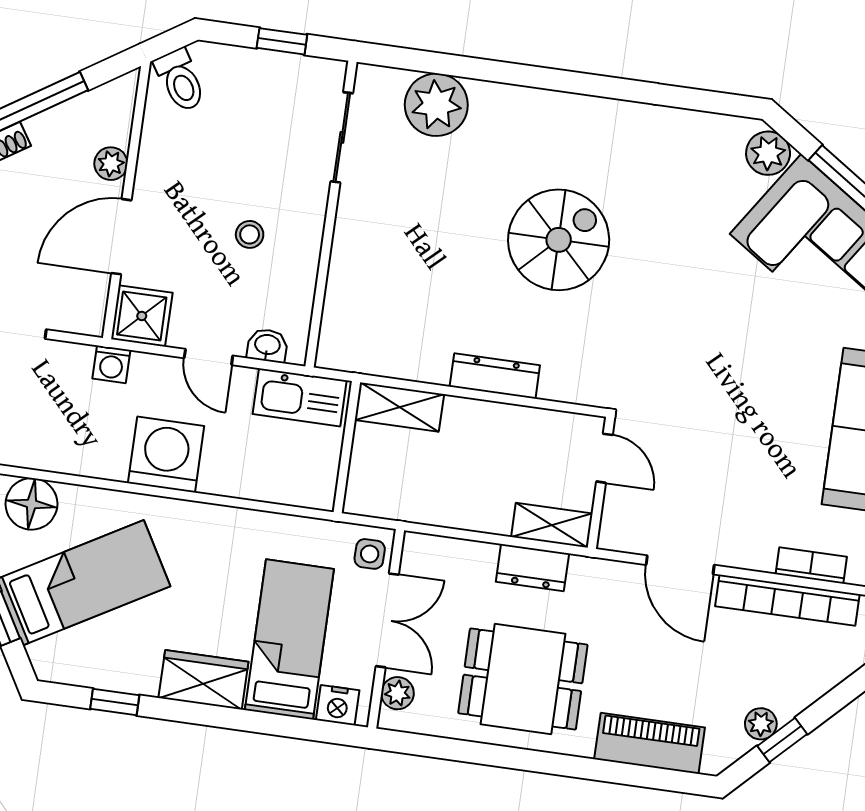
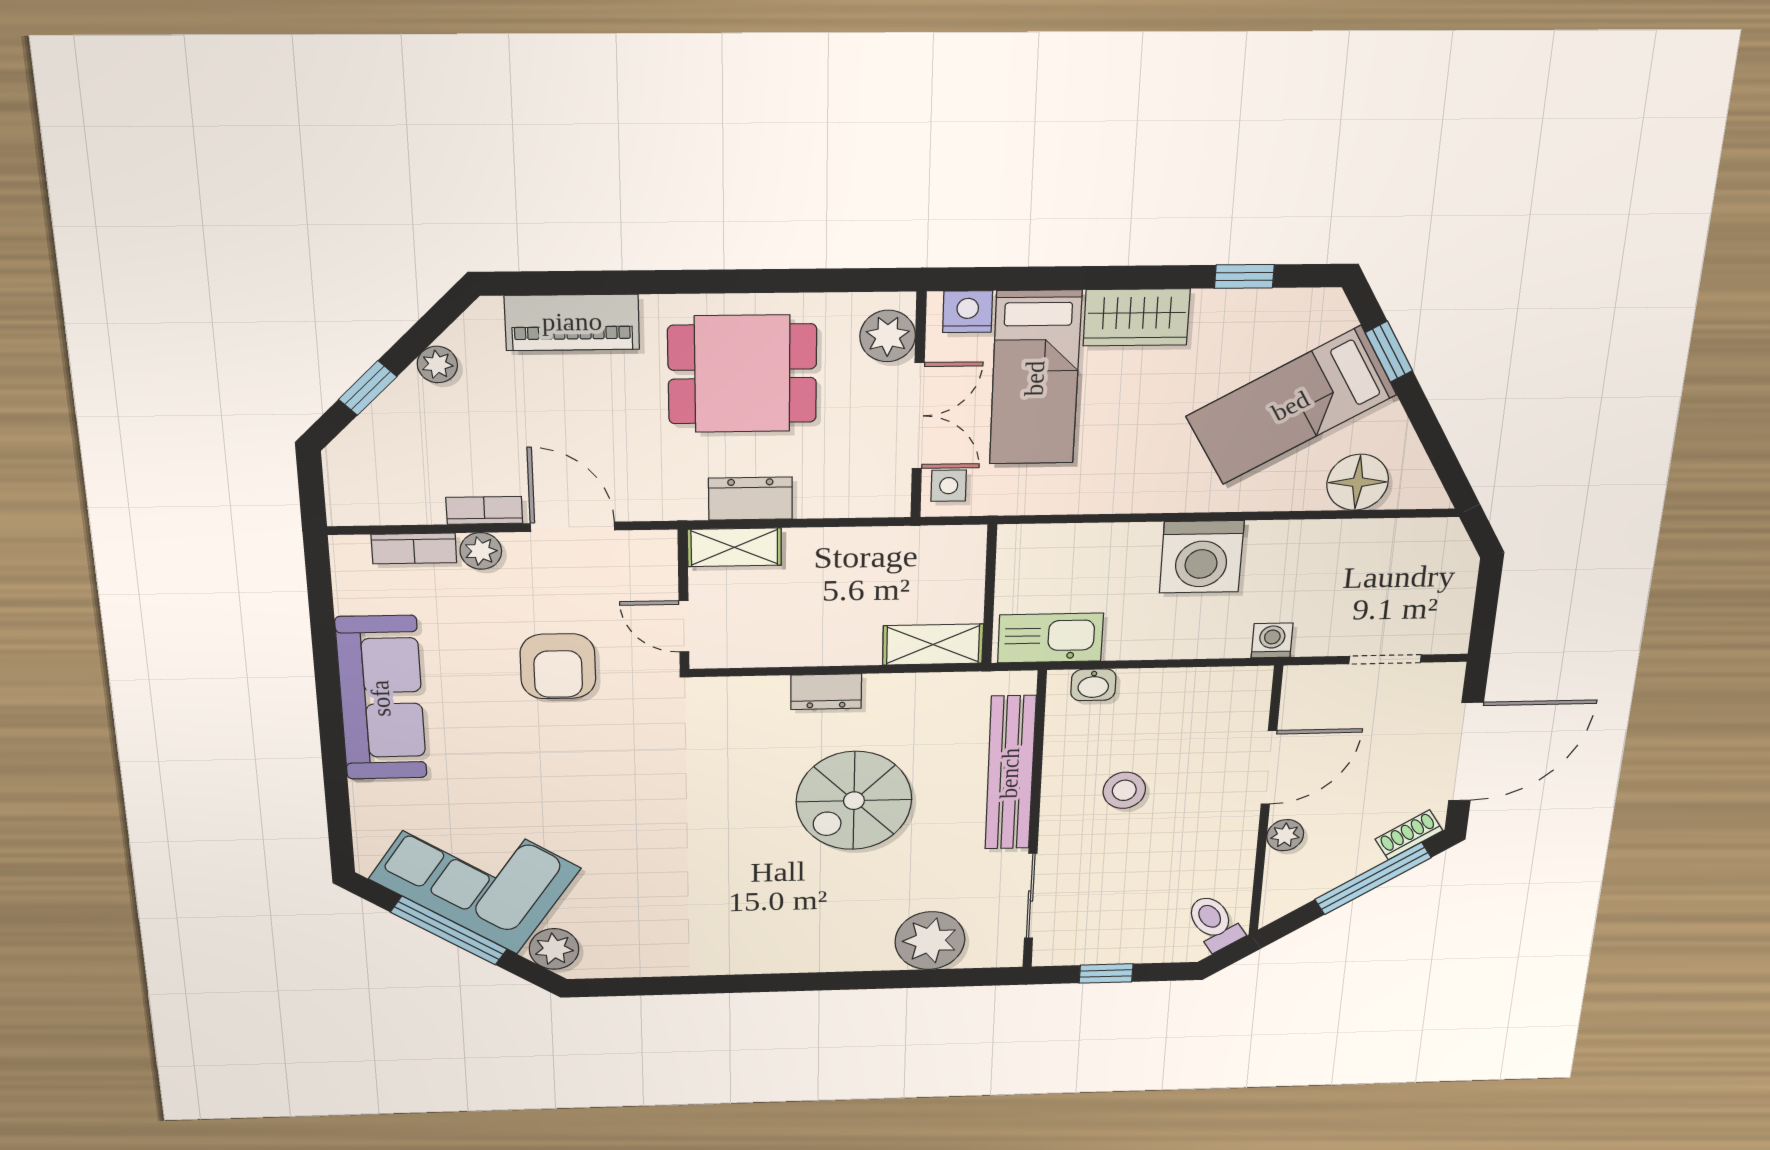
stool: (250, 234) -> (1124, 790), width x1.37, depth x1.37
spiral stairs: (559, 240) -> (854, 801), moved
bench: (347, 269) -> (1010, 773), added
shower: (142, 316) -> (1240, 694), removed
door: (208, 357) -> (1160, 664), removed
dresser: (495, 376) -> (826, 692), width x0.70
armchair: (715, 437) -> (558, 666), added
plant: (758, 555) -> (481, 551), added
bookcase: (787, 600) -> (484, 510), width x0.43, depth x0.76
double door: (387, 620) -> (918, 416), swing flipped
plant: (397, 693) -> (888, 336), width x1.38, depth x1.38
window: (782, 740) -> (368, 388), moved

